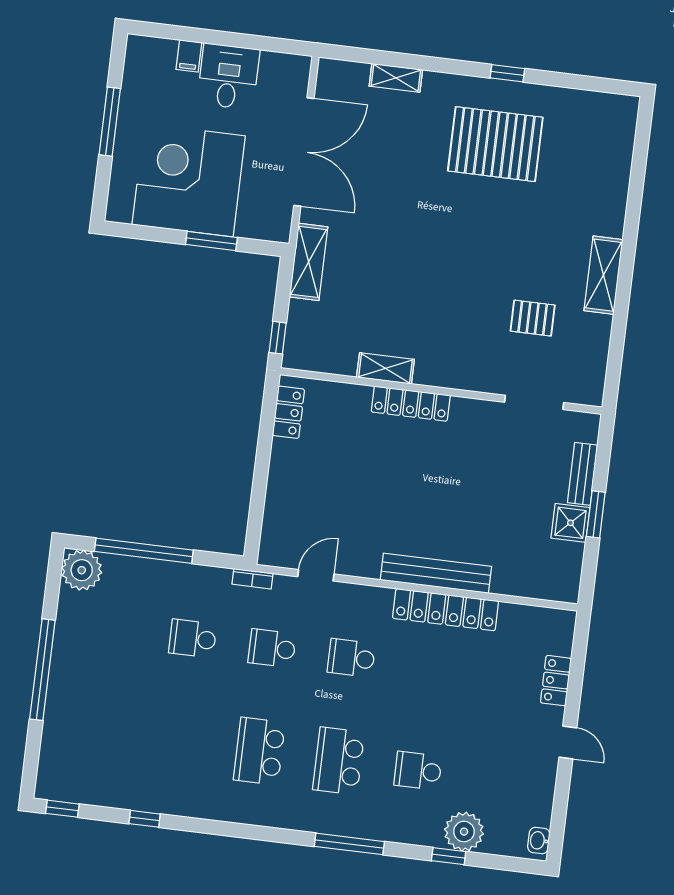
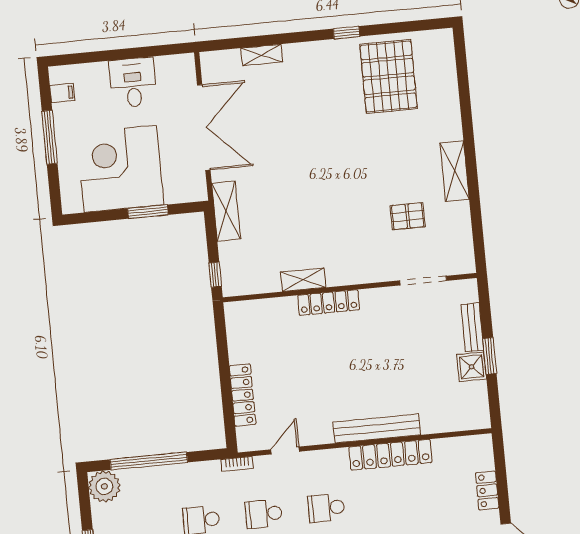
filing cabinet: (189, 56) -> (62, 93), moved, turned -90
pallet: (495, 144) -> (389, 76), moved, turned 90
locker: (289, 412) -> (243, 395), moved, width x1.53

